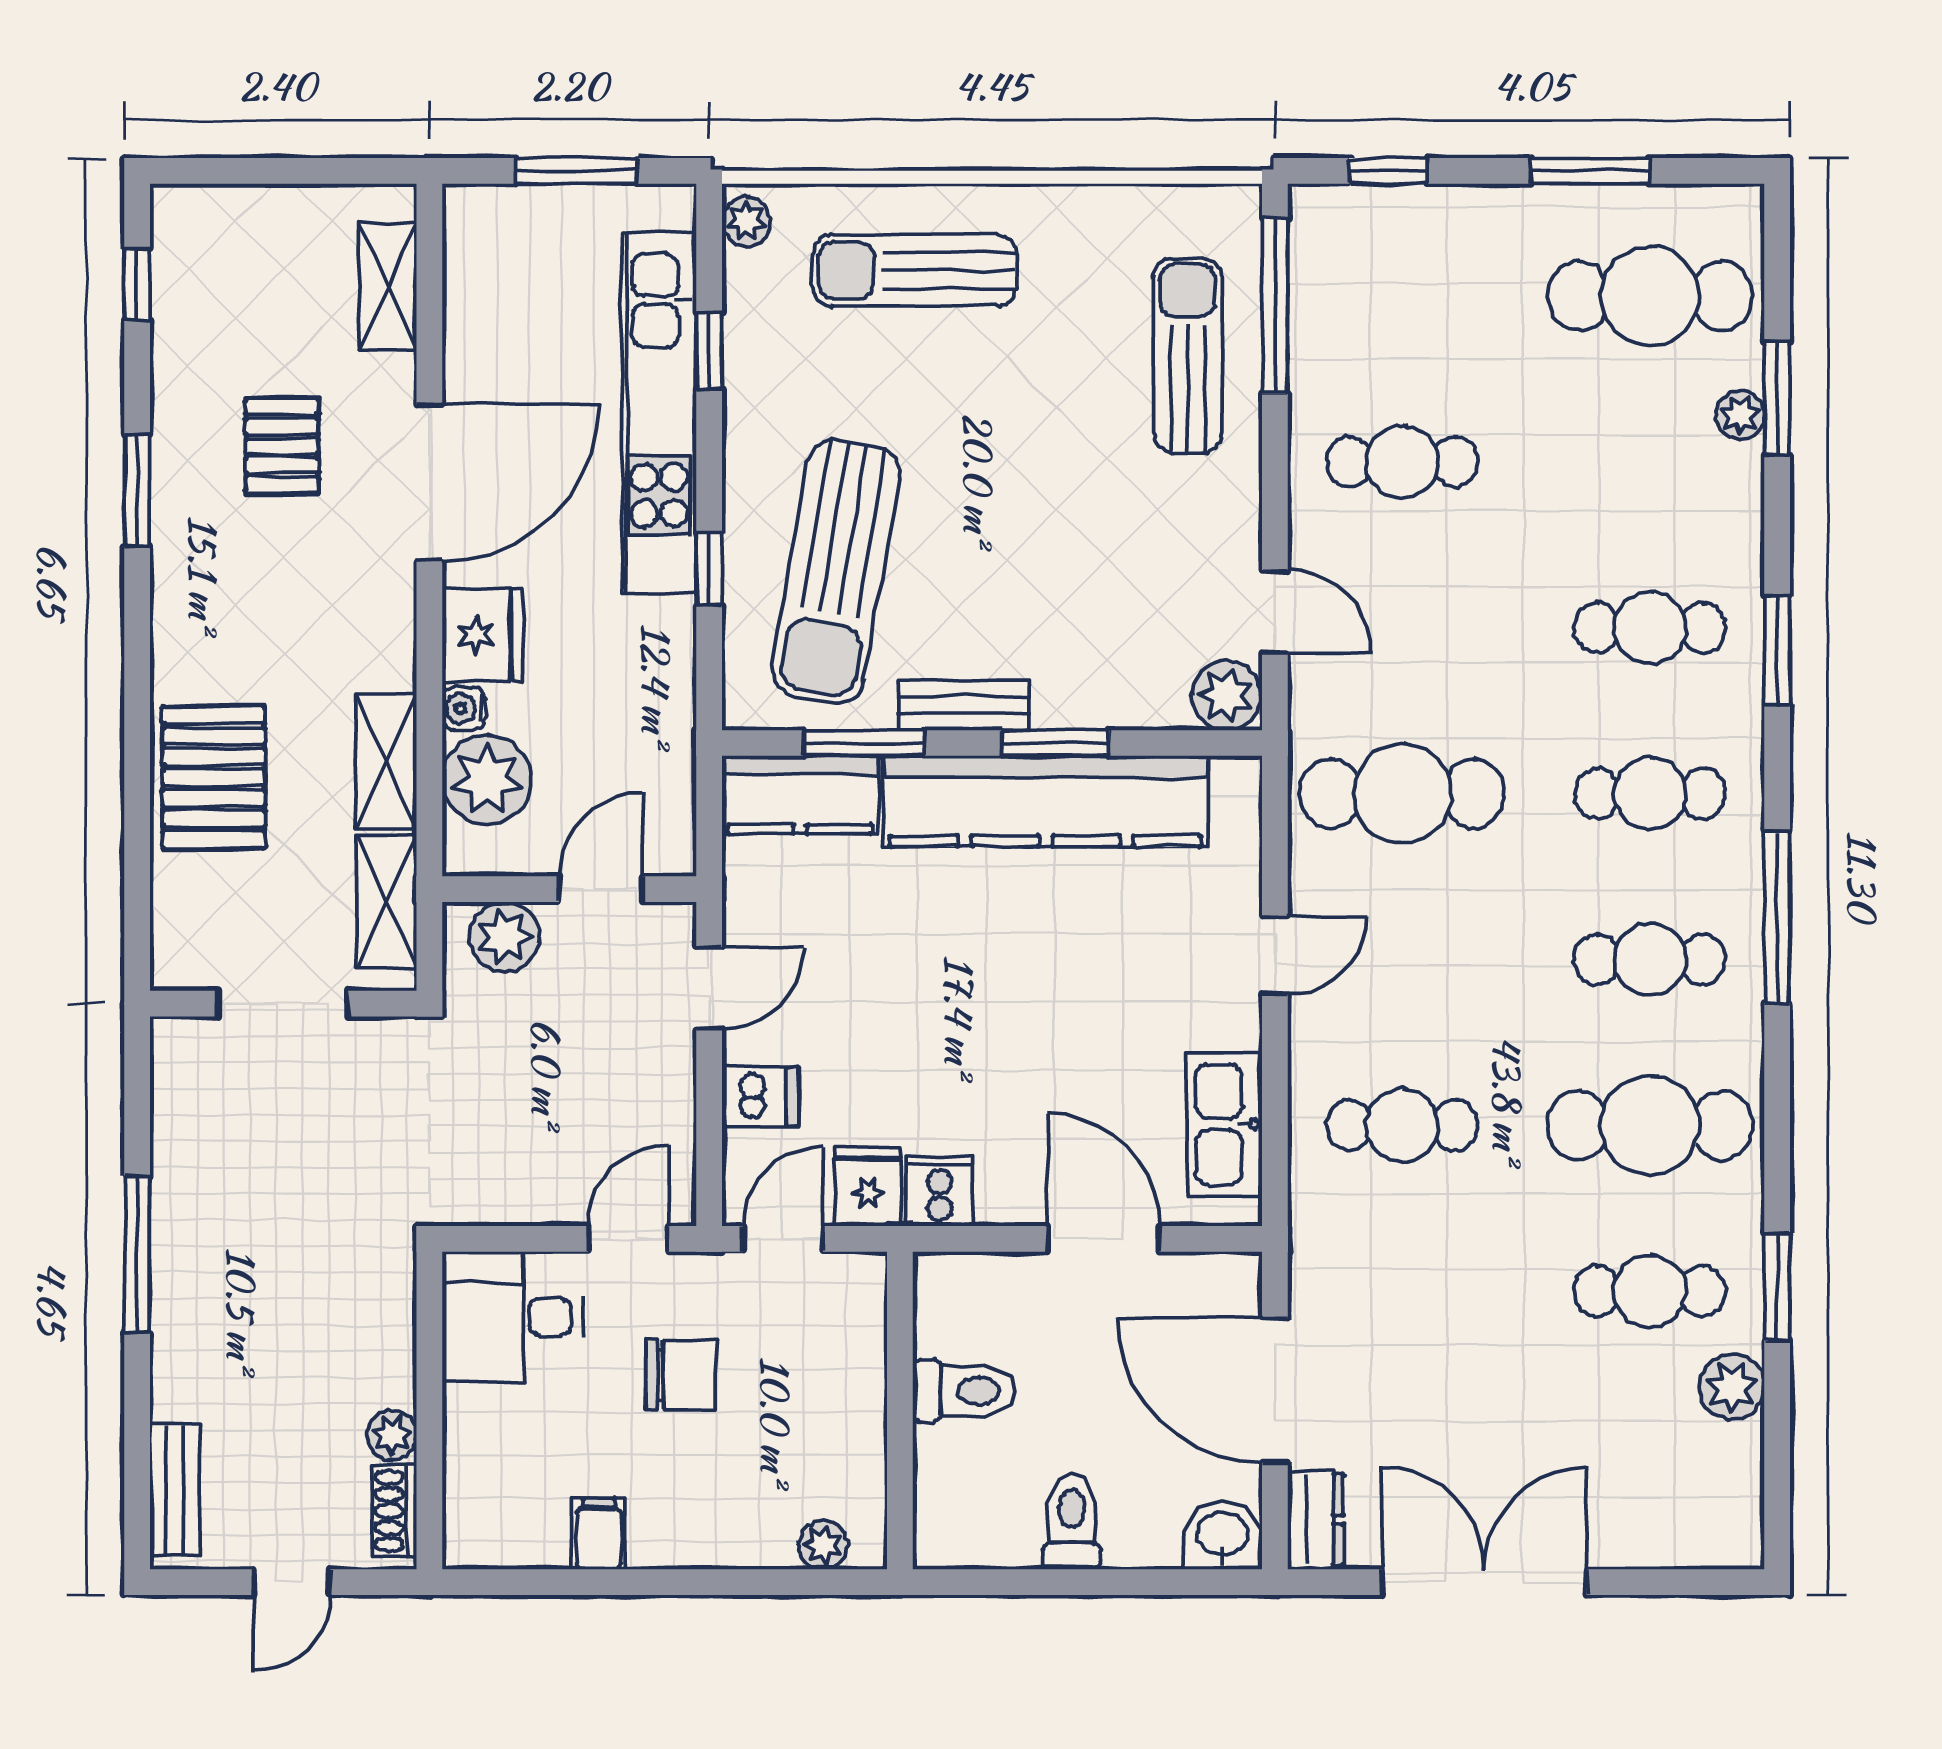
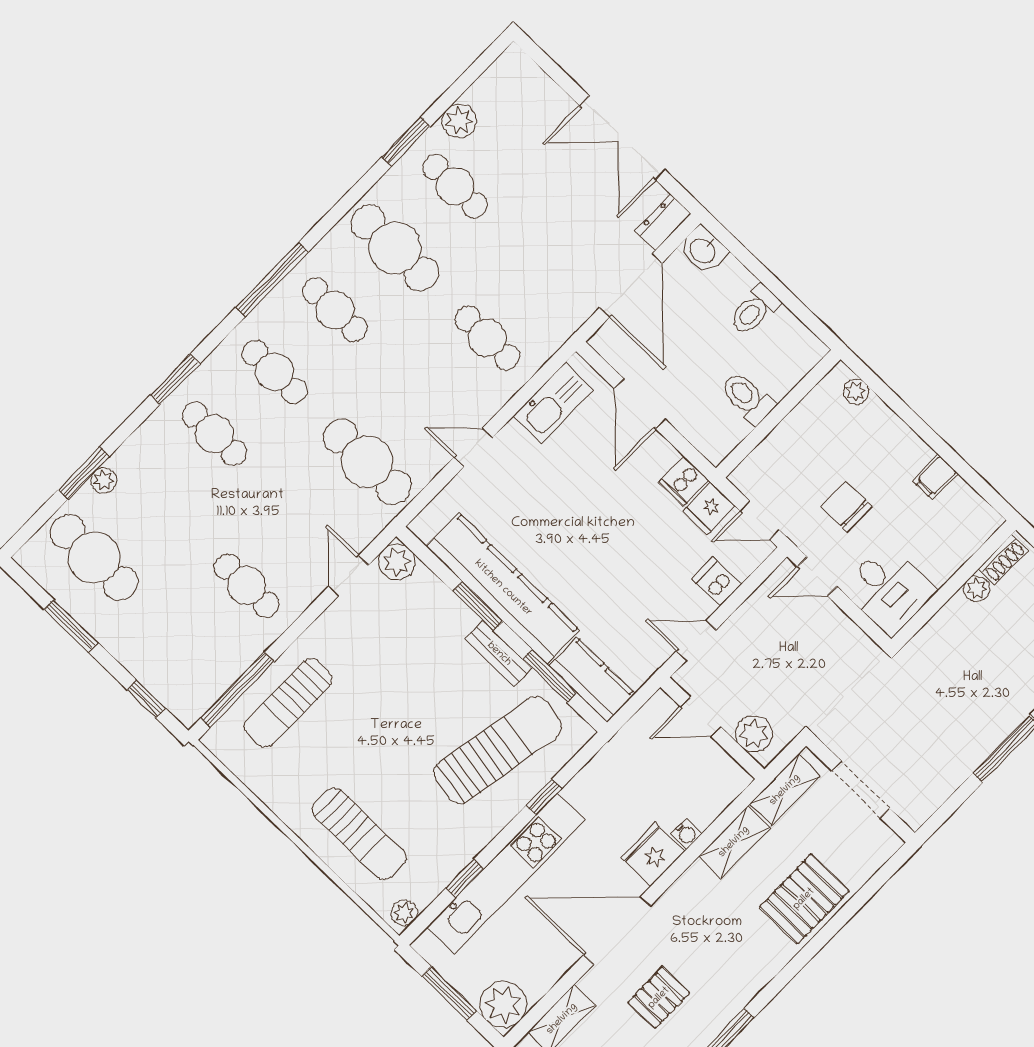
plant: (487, 780) -> (503, 1005), moved

